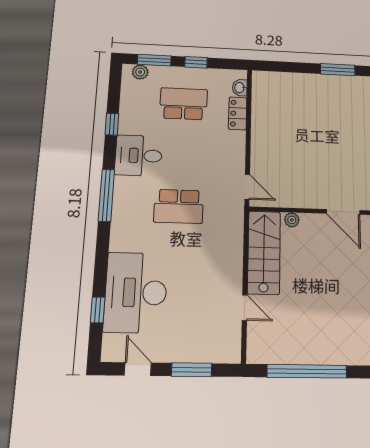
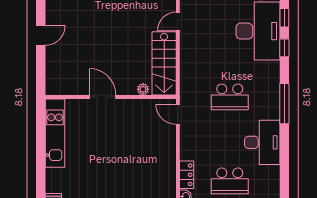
window: (112, 124) -> (284, 48), moved
desk: (139, 156) -> (262, 142), width x1.37
school desk: (179, 206) -> (230, 97), turned 180
door: (245, 308) -> (178, 22), hinge flipped

